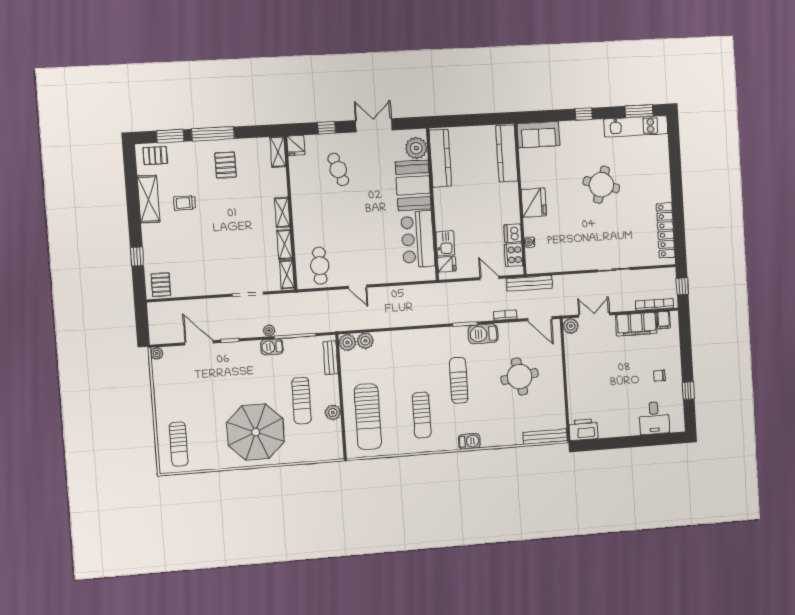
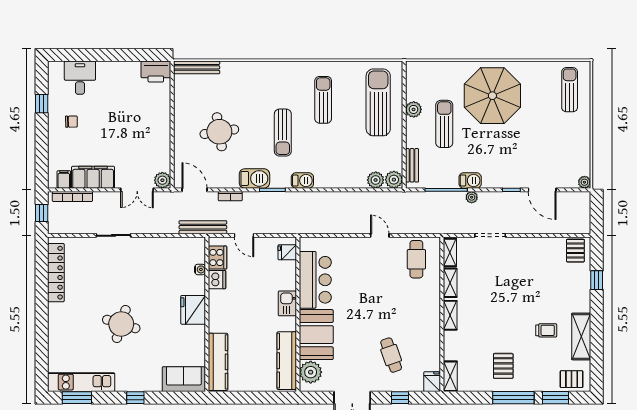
kitchen sink: (445, 243) -> (287, 303), moved
barbecue: (469, 441) -> (302, 180), moved, turned 180

